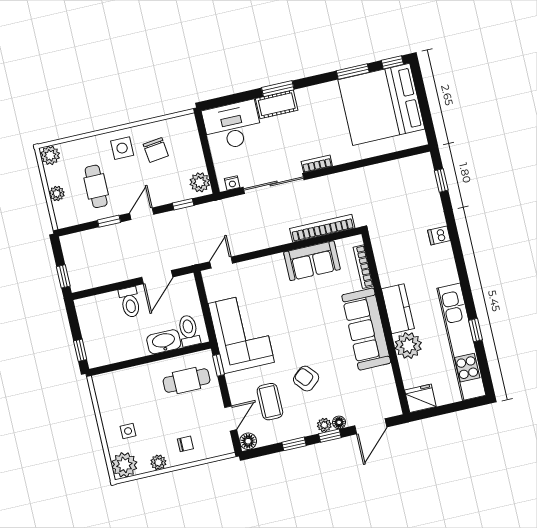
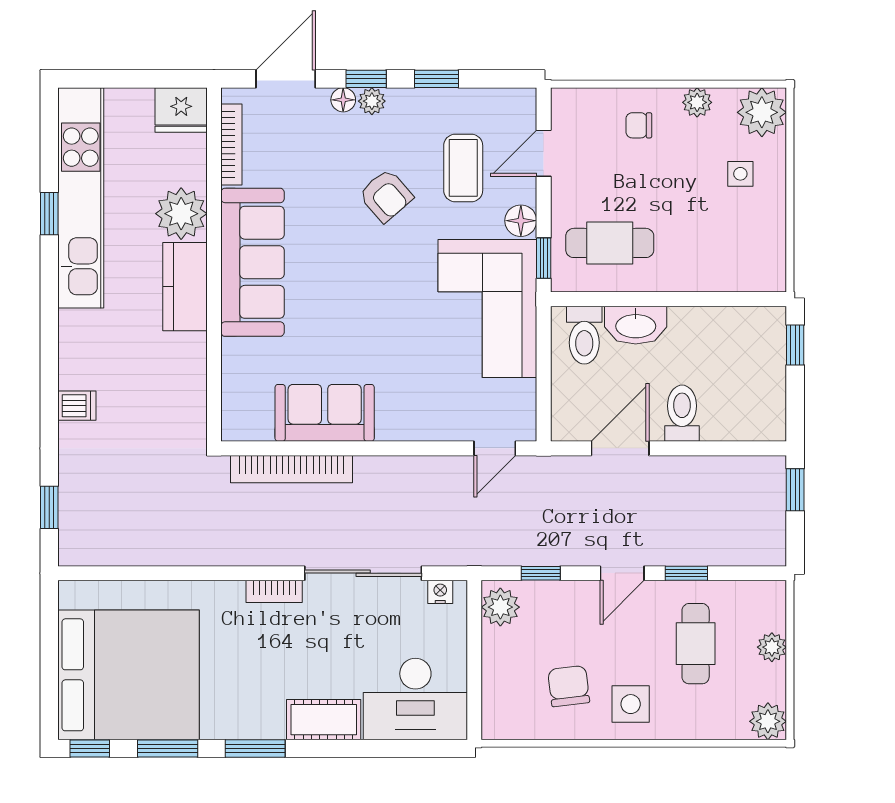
window: (278, 89) -> (255, 748), moved
bookcase: (363, 267) -> (231, 145), moved
floor lamp: (248, 441) -> (521, 221), moved

